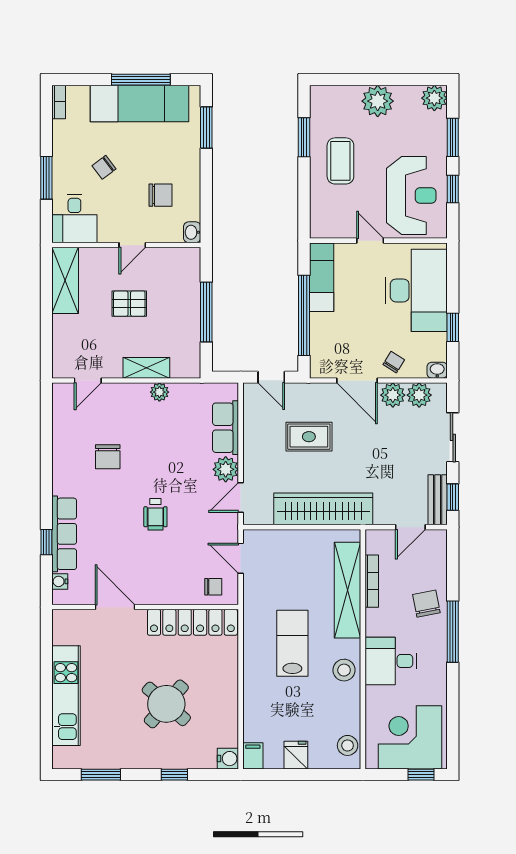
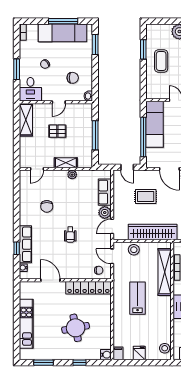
exam couch: (322, 277) -> (155, 124), width x1.36, depth x1.45
stool: (344, 670) -> (134, 250), moved
round table: (166, 704) -> (76, 328), turned 38

